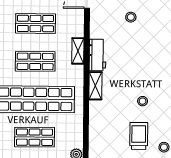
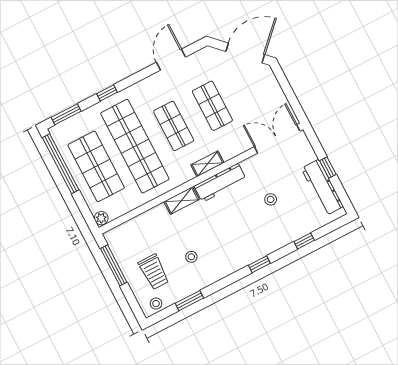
workbench: (97, 55) -> (220, 183), width x1.38
trolley: (139, 136) -> (154, 272), turned 90
shop shelf: (35, 137) -> (96, 166), width x1.43, depth x1.36

